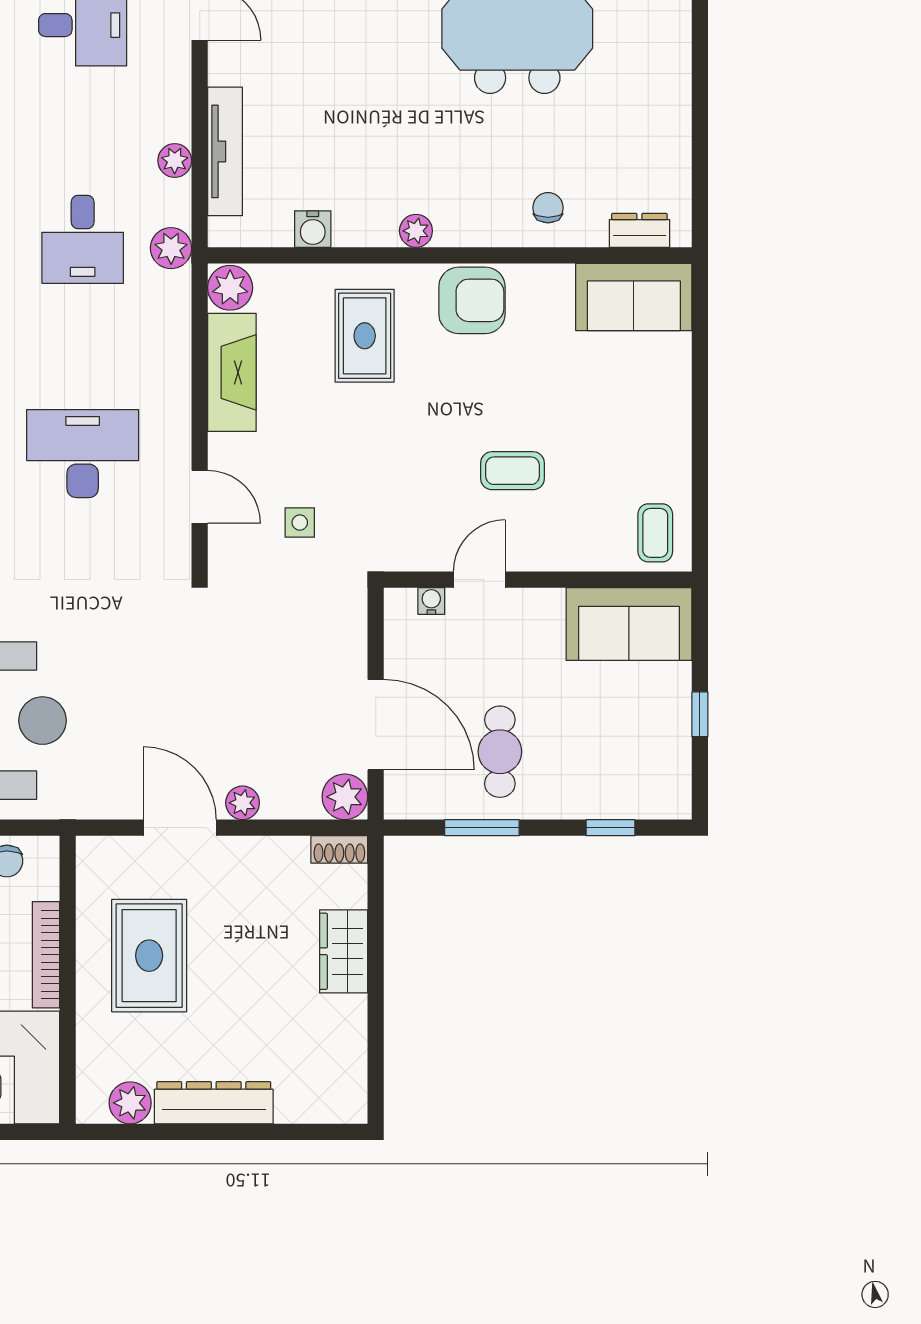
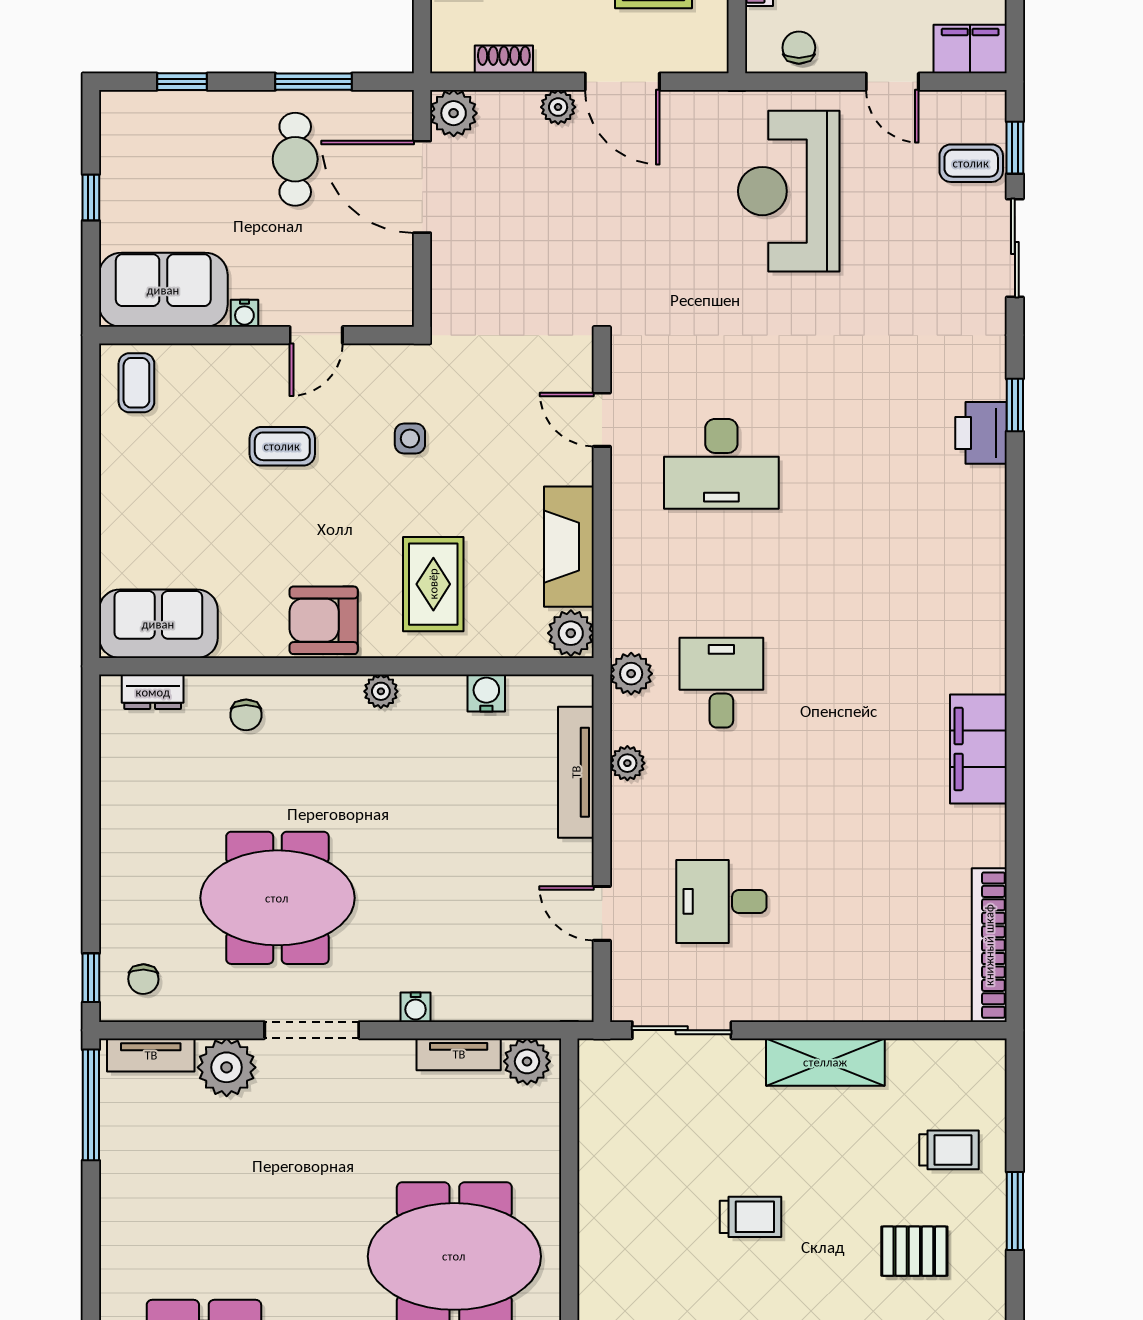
side table: (300, 523) -> (410, 439), moved
water cooler: (431, 601) -> (244, 313), moved
shoe rack: (339, 849) -> (504, 59), moved

